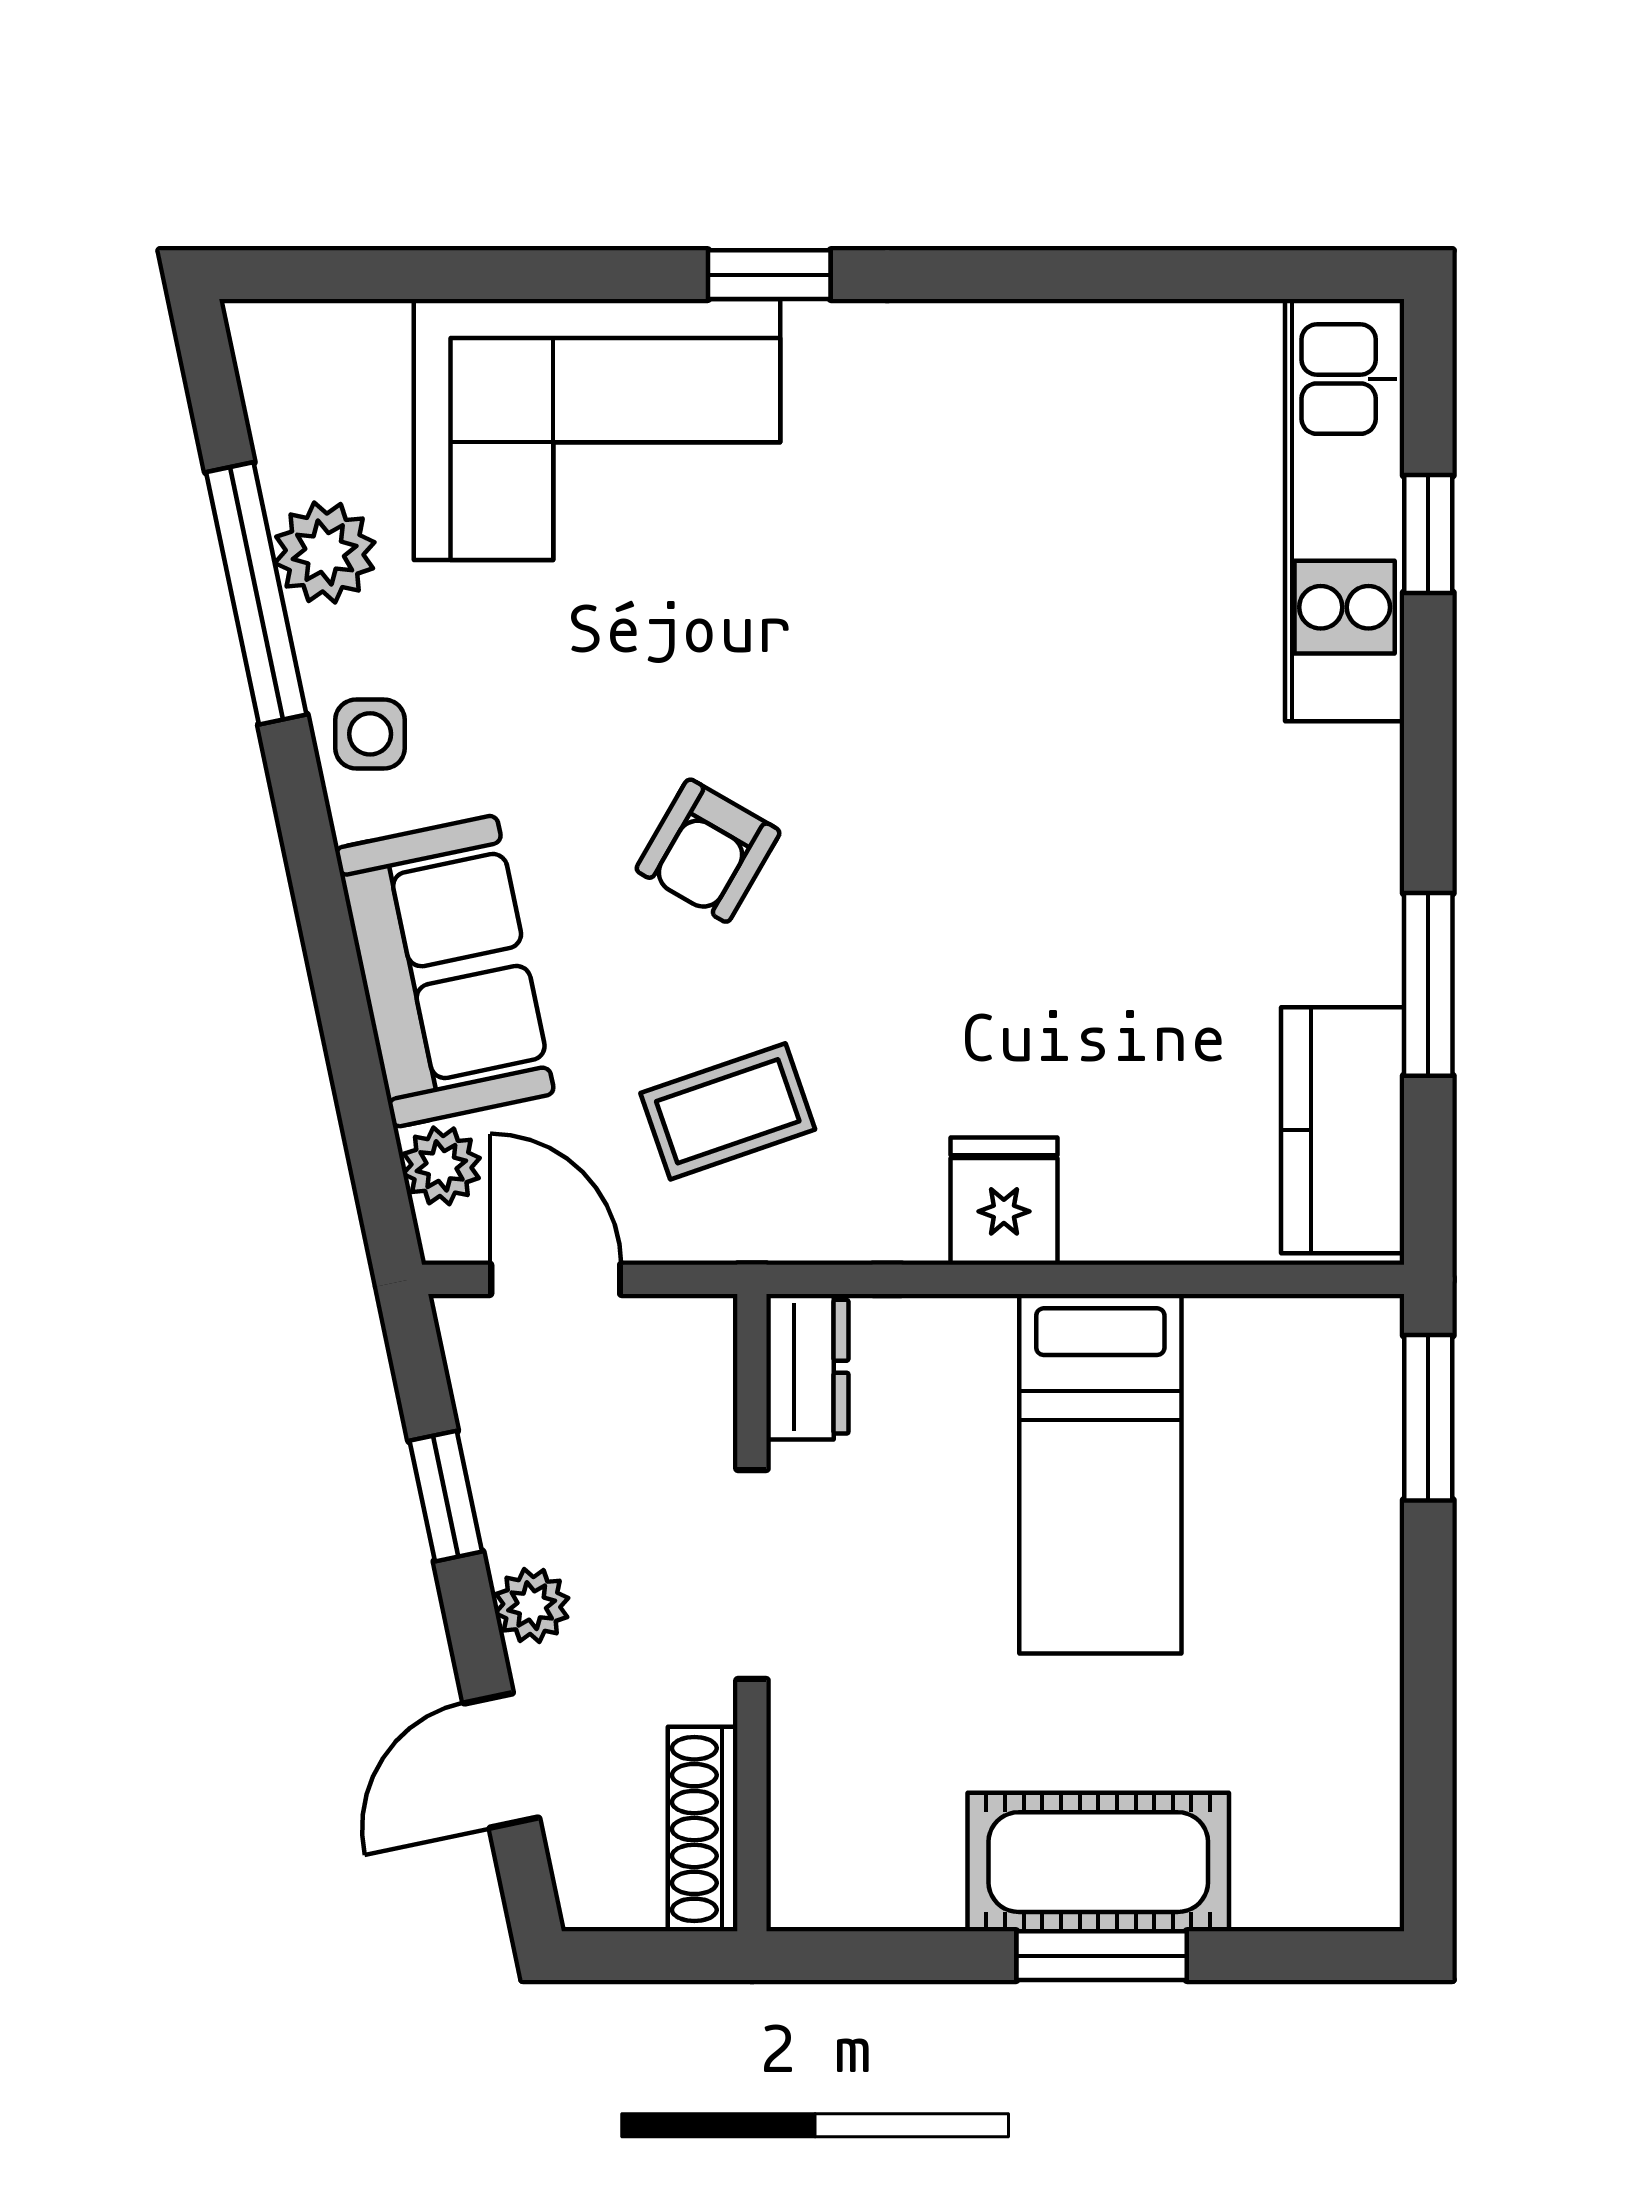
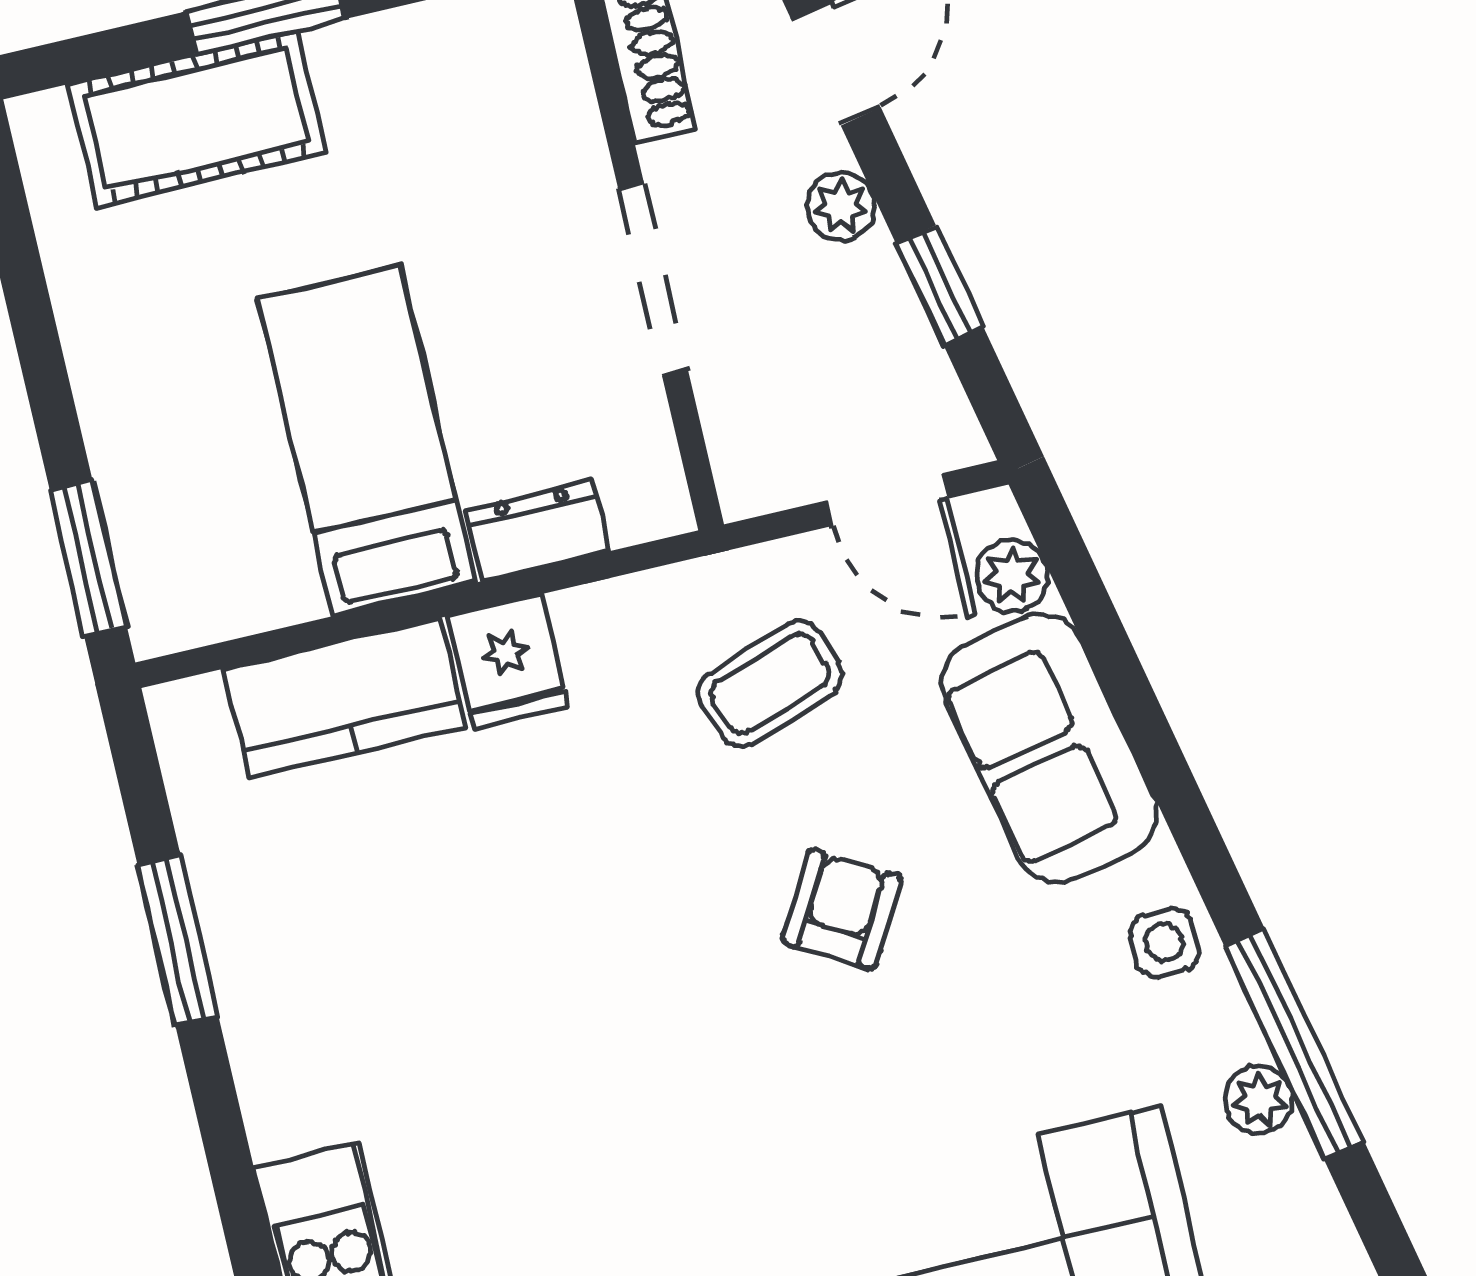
plant: (325, 553) -> (1259, 1100), width x0.73, depth x0.73
kitchen counter: (1343, 1130) -> (345, 698), moved, turned 90
dresser: (807, 1367) -> (538, 530), moved, turned 90
cot: (1098, 1862) -> (197, 119), moved

